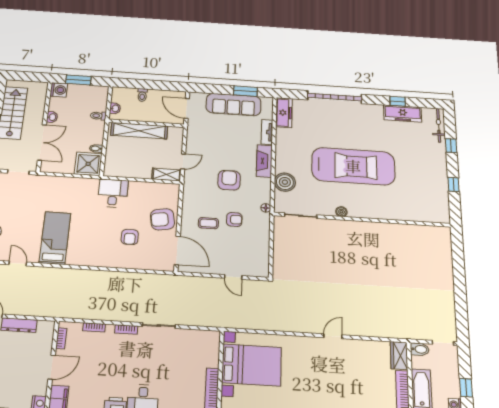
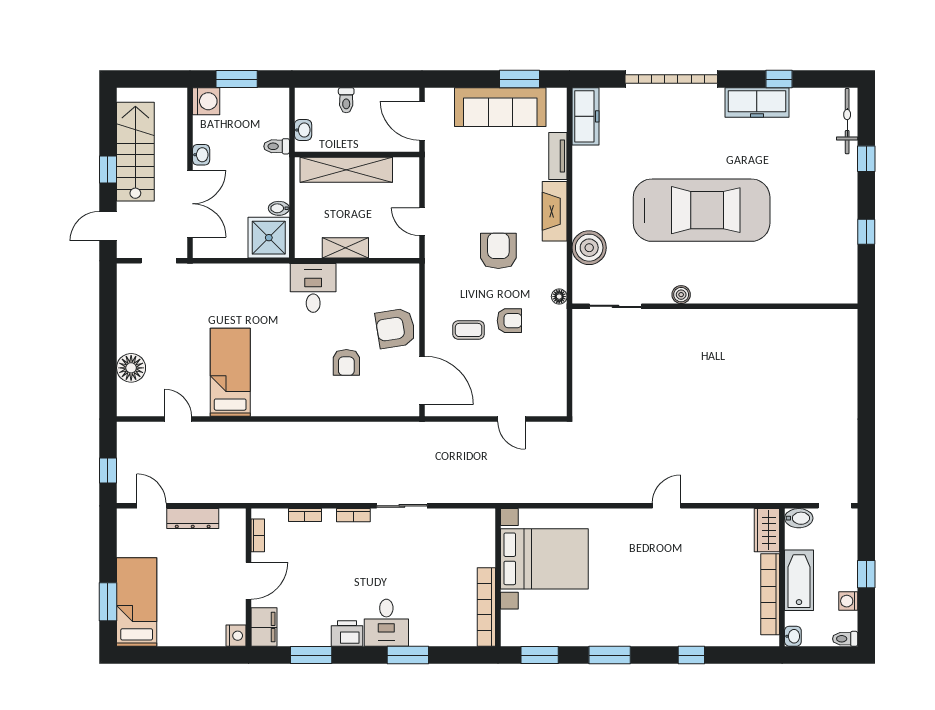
freezer: (403, 113) -> (757, 102), moved
door: (183, 161) -> (422, 222), swing flipped
shelving: (166, 175) -> (345, 248), moved

